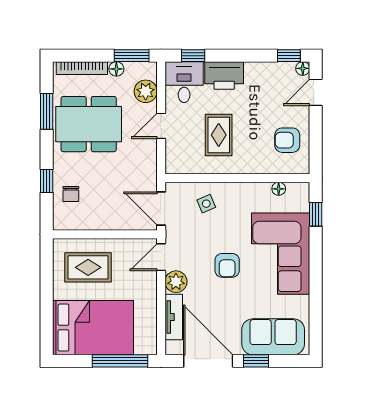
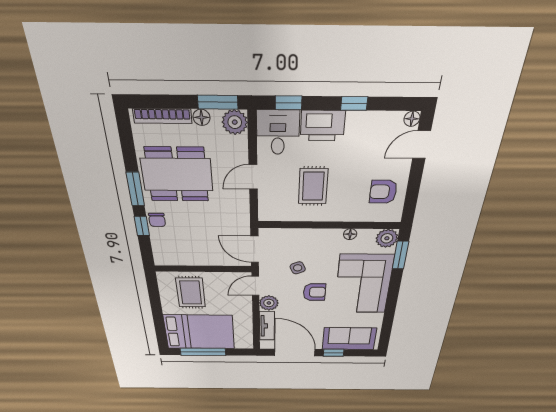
window: (289, 56) -> (354, 103), moved
plant: (146, 91) -> (235, 122), moved
window: (47, 111) -> (135, 189), moved
floor lamp: (279, 189) -> (350, 234), moved
plant: (298, 193) -> (387, 238), added
chair: (71, 194) -> (157, 220), moved
side table: (206, 204) -> (298, 268), moved
window: (316, 214) -> (400, 255), width x1.50
armchair: (227, 265) -> (314, 292), turned -90
rug: (88, 267) -> (191, 293), turned 90
window: (120, 361) -> (203, 352), moved

